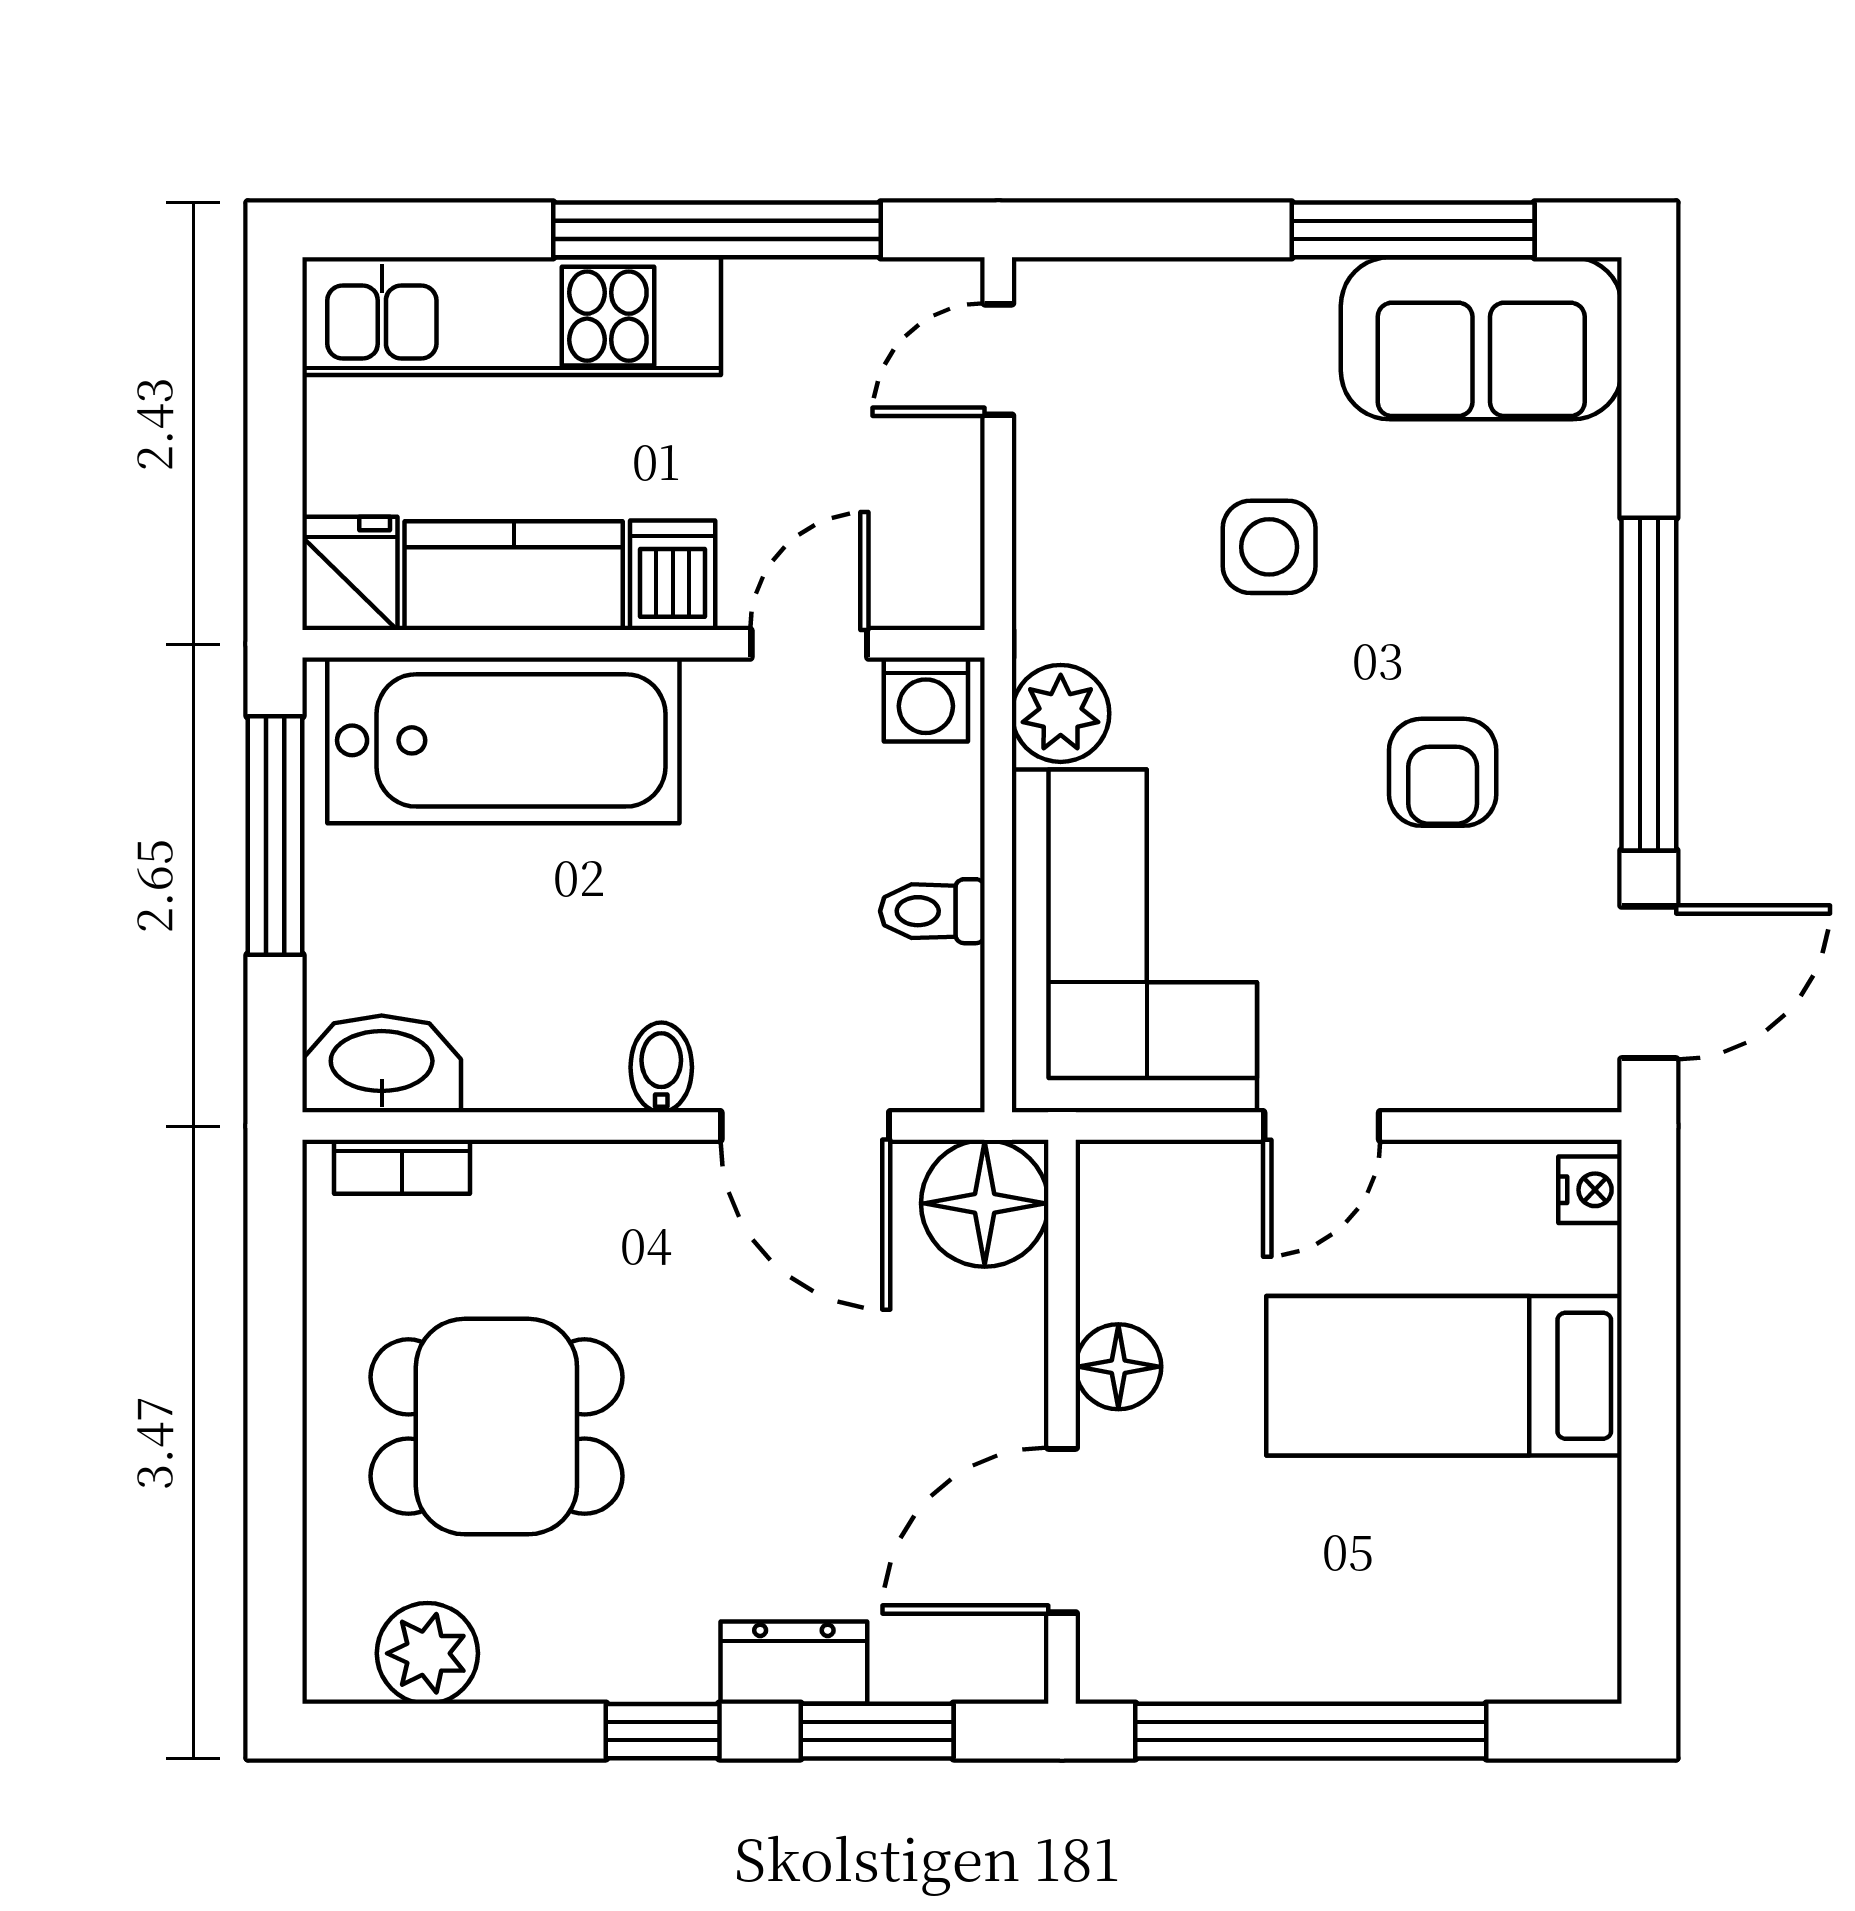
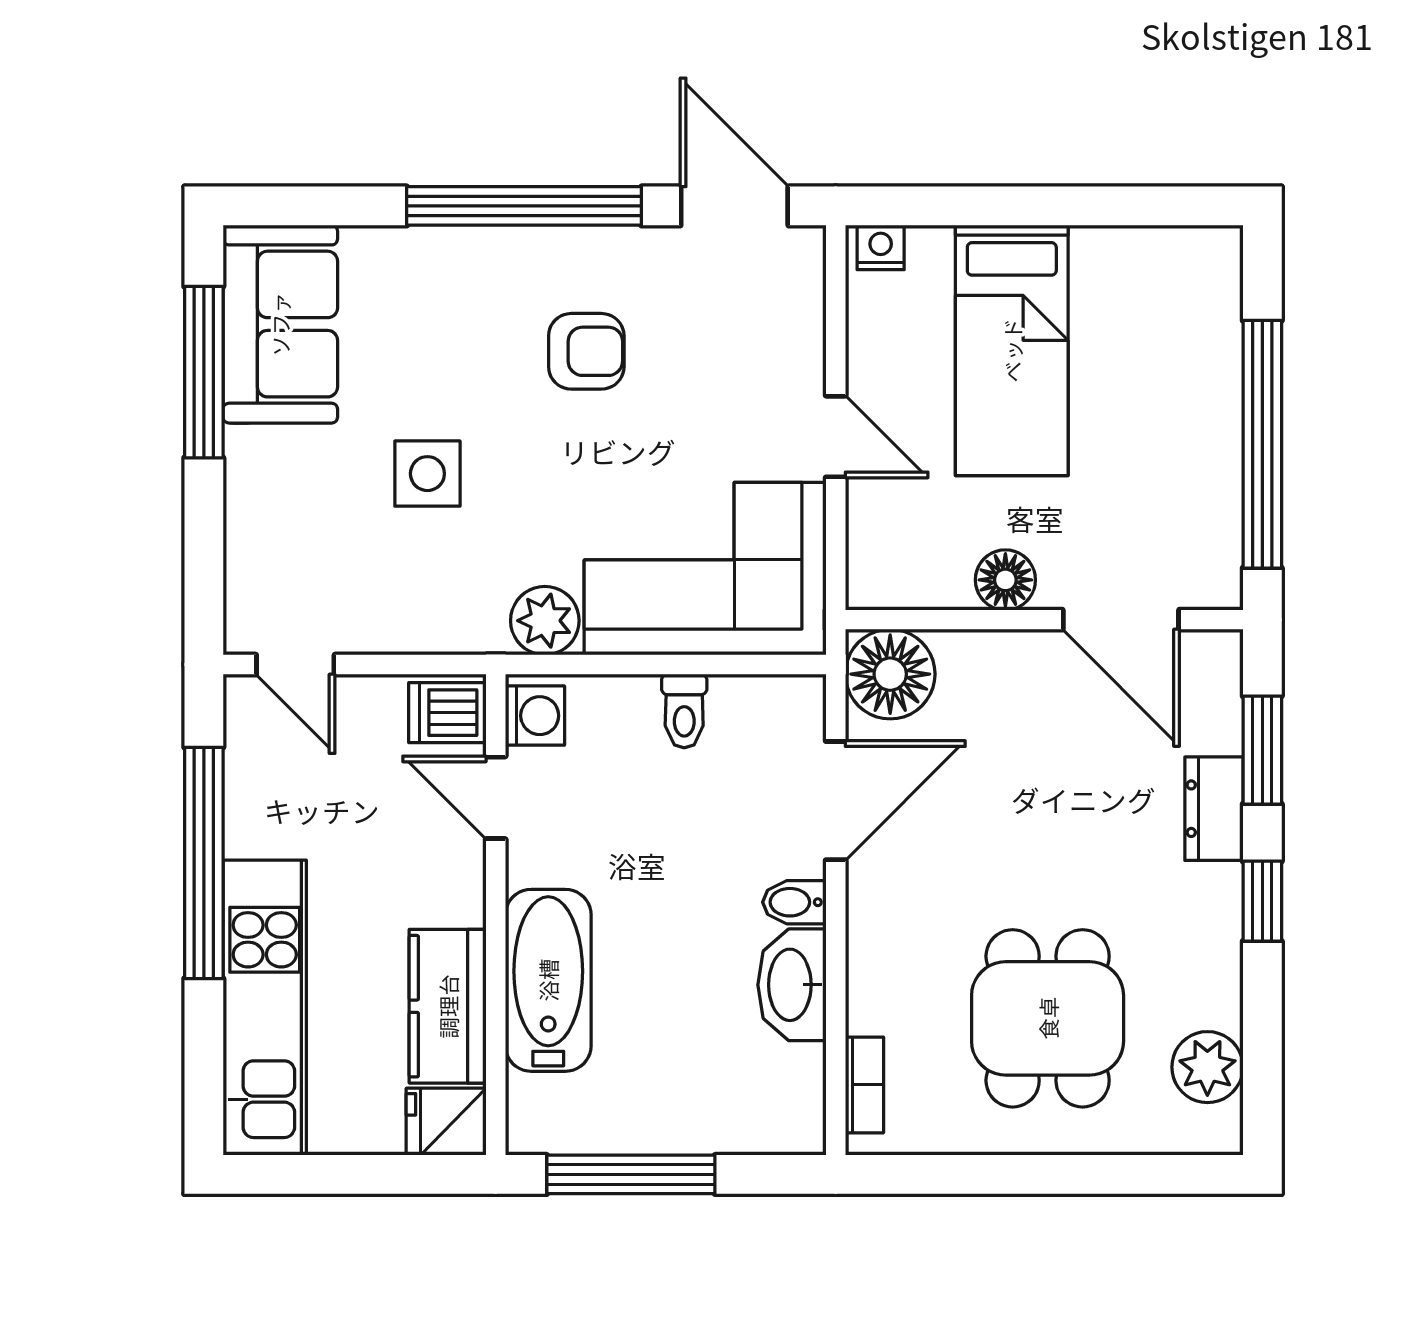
dishwasher: (673, 575) -> (447, 713), moved
bathtub: (503, 740) -> (548, 980), width x0.73, depth x0.73
washbasin: (382, 1064) -> (792, 985), moved

